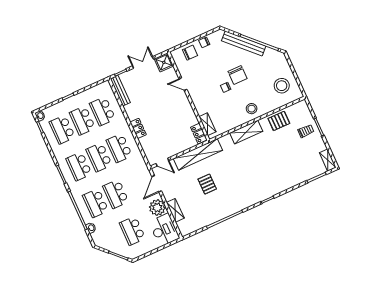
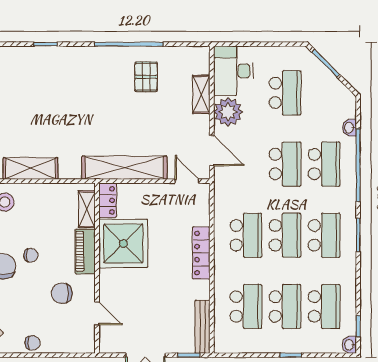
chair: (190, 53) -> (62, 293), moved
shower: (164, 62) -> (123, 243), moved, width x1.86, depth x1.86
door: (183, 84) -> (97, 313), moved
piano: (198, 102) -> (85, 252), added
locker: (138, 128) -> (201, 253), width x1.53
door: (157, 184) -> (212, 151), hinge flipped
pallet: (207, 184) -> (146, 77), moved

